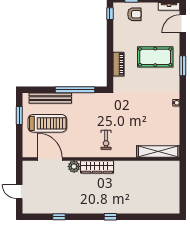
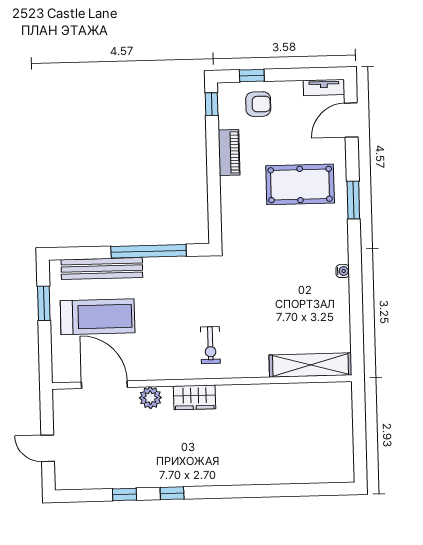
piano: (118, 64) -> (229, 153), moved
wardrobe: (97, 167) -> (194, 397), width x0.67
window: (110, 217) -> (172, 493), moved

